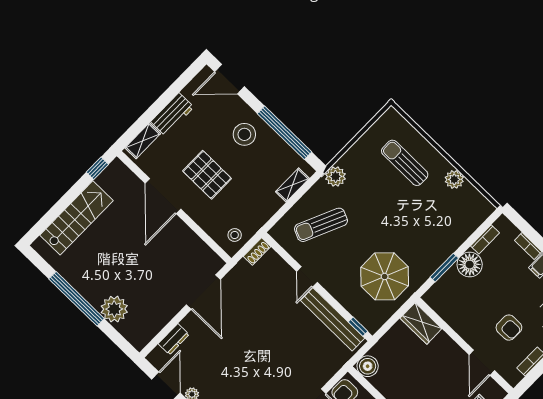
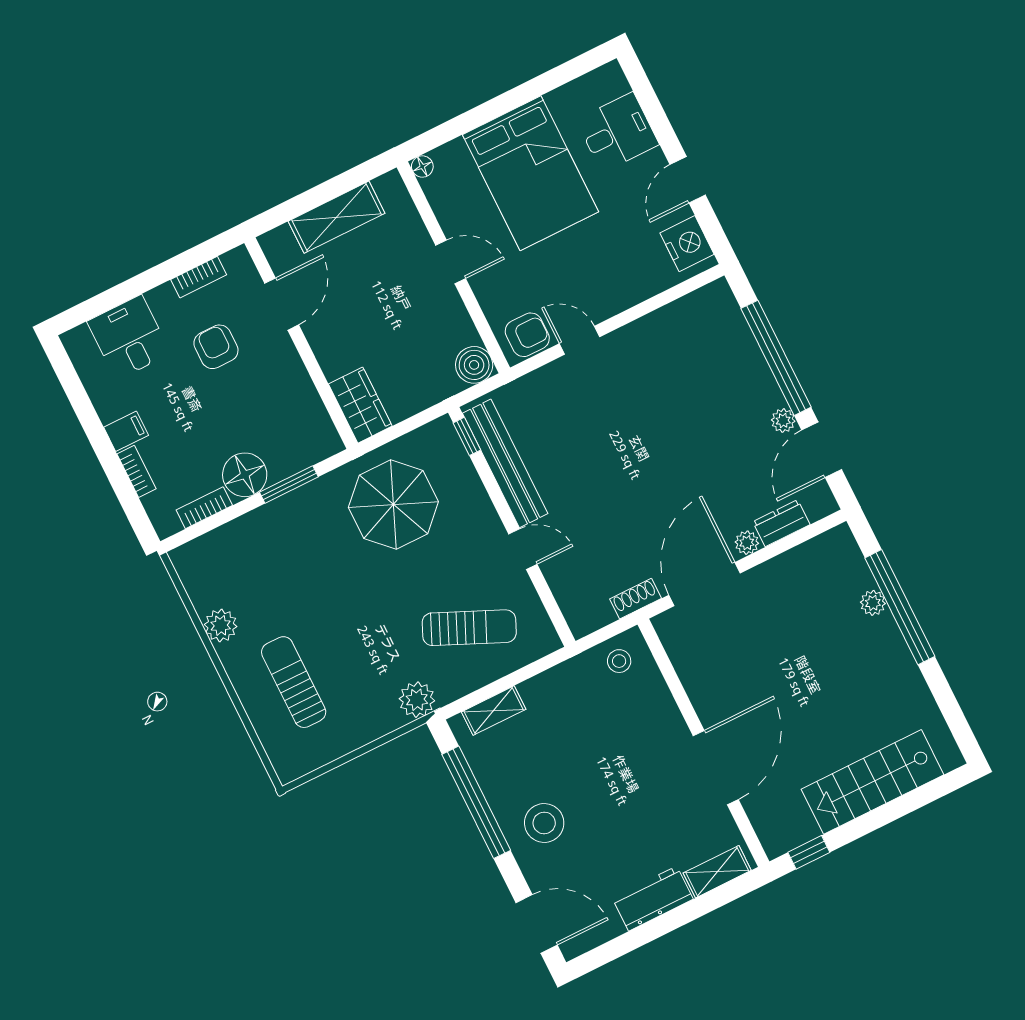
sun lounger: (405, 163) -> (294, 682), turned 180
pallet: (207, 175) -> (630, 778), removed
shoe rack: (257, 252) -> (636, 599), moved
door: (307, 277) -> (523, 549), hinge flipped
window: (77, 299) -> (900, 607), moved
plant: (114, 309) -> (873, 603), width x0.53, depth x0.53
plant: (188, 322) -> (747, 543), added

